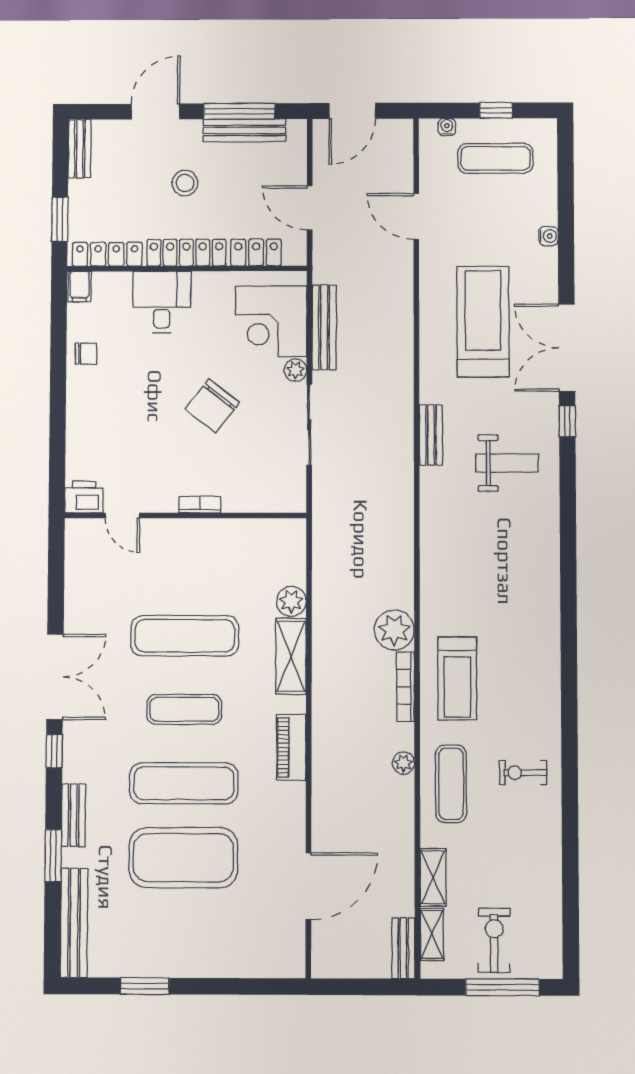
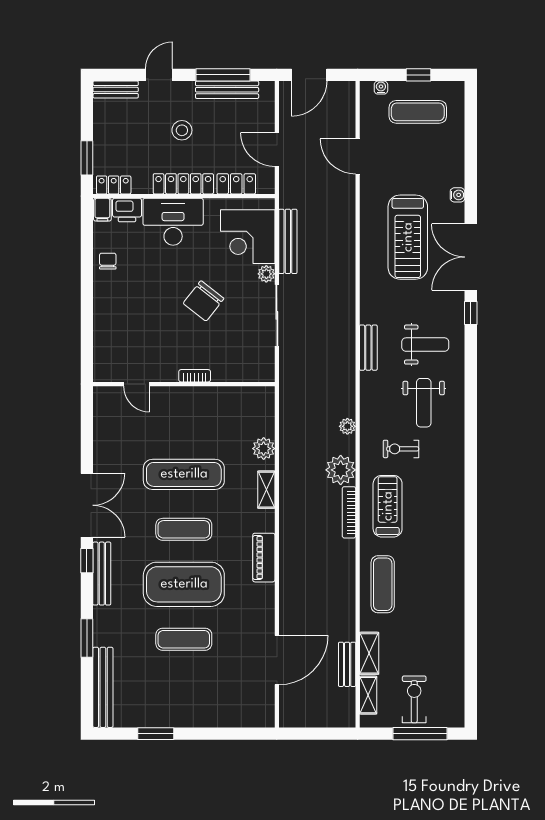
door: (155, 112) -> (159, 75), width x0.73
bench: (80, 149) -> (116, 90), moved, turned 90
water cooler: (548, 236) -> (457, 195), moved
locker: (107, 254) -> (114, 185), width x0.66
desk: (162, 302) -> (173, 222), width x1.37
treadmill: (483, 322) -> (408, 237), turned 180
chair: (86, 354) -> (108, 261), turned -90
bench: (431, 435) -> (368, 348), moved
printer: (84, 497) -> (127, 210), moved, turned 180
weight bench: (505, 540) -> (424, 403), added
shelving: (291, 656) -> (266, 490), width x0.67, depth x0.75
treadmill: (457, 679) -> (388, 506), turned 180
plant: (404, 763) -> (347, 426), moved
exercise bike: (523, 773) -> (401, 449), moved
exercise mat: (184, 783) -> (184, 584), width x1.47
bench: (74, 815) -> (102, 574), moved, width x1.36
exercise mat: (183, 858) -> (184, 639), width x0.50, depth x0.69
bench: (403, 948) -> (347, 664), moved

